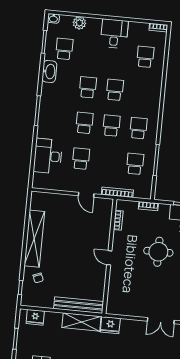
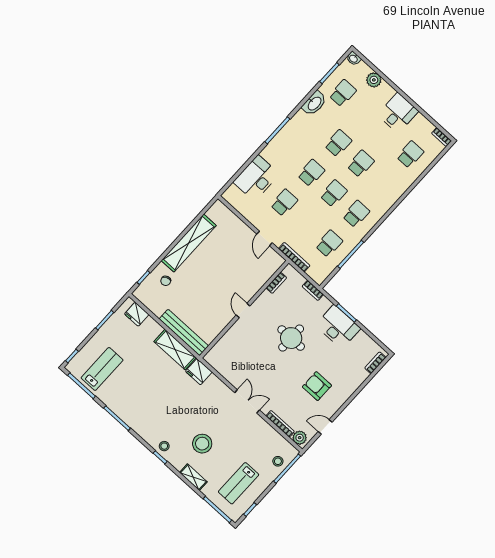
double door: (161, 321) -> (247, 401), swing flipped

